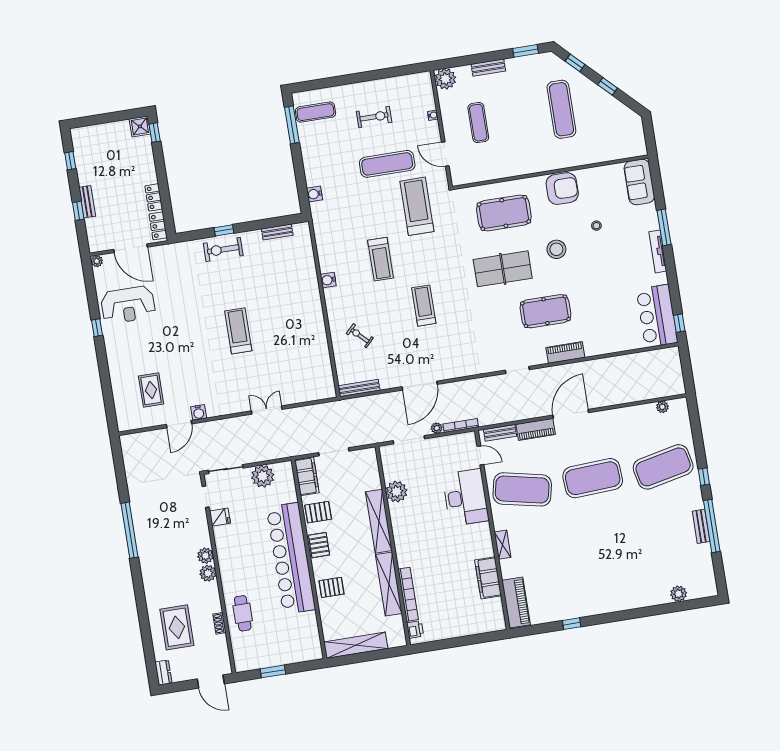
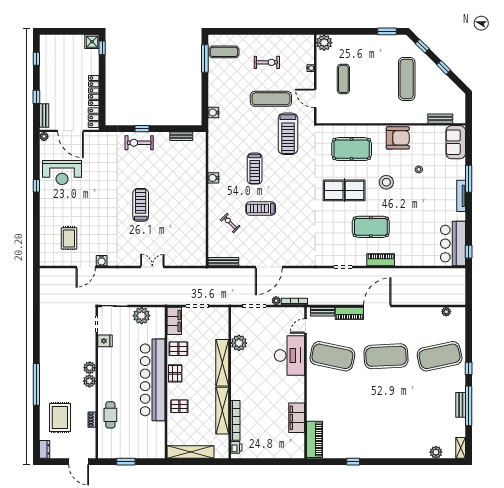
bench: (488, 68) -> (440, 119), moved
locker: (154, 197) -> (94, 91), width x1.53
bench: (87, 202) -> (44, 115), moved
treadmill: (417, 206) -> (288, 134), turned 180
treadmill: (424, 306) -> (261, 209), moved, turned -90
door: (480, 455) -> (305, 326), swing flipped
window: (129, 530) -> (36, 384), moved
shelving: (503, 545) -> (461, 448), moved

